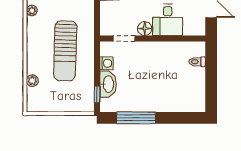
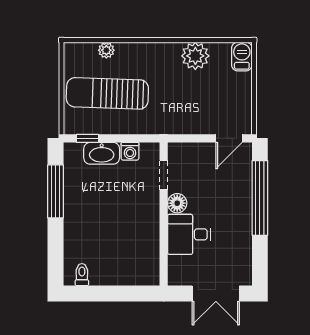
plant: (32, 11) -> (195, 56), width x1.87, depth x1.87
sun lounger: (65, 51) -> (107, 93), moved
toilet: (197, 62) -> (82, 275), moved

